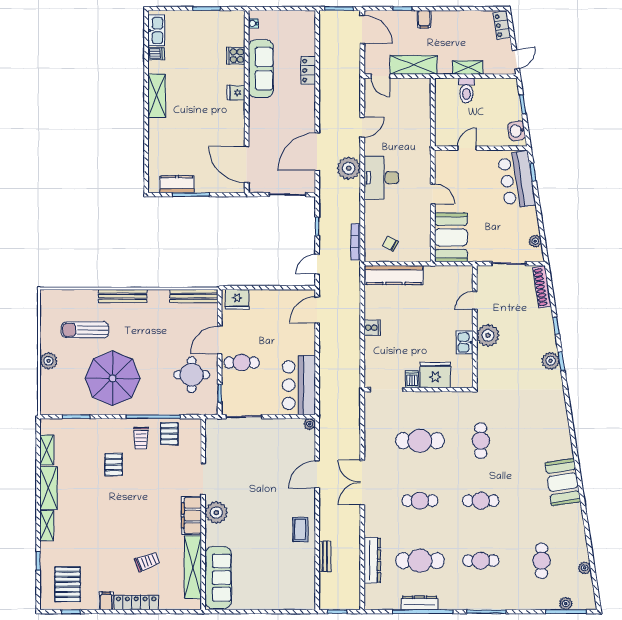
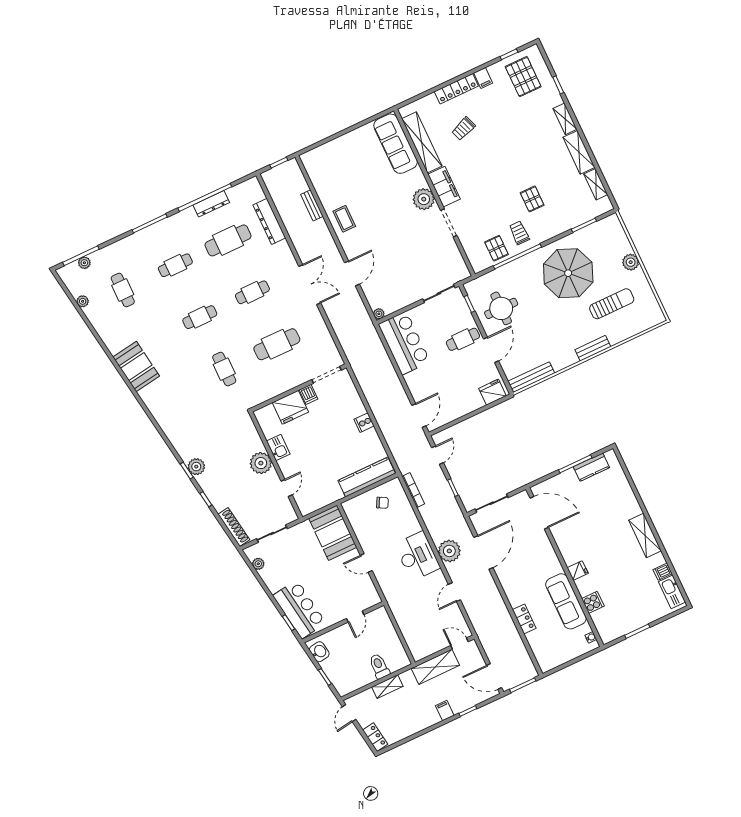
bench: (123, 296) -> (593, 348), width x0.73

